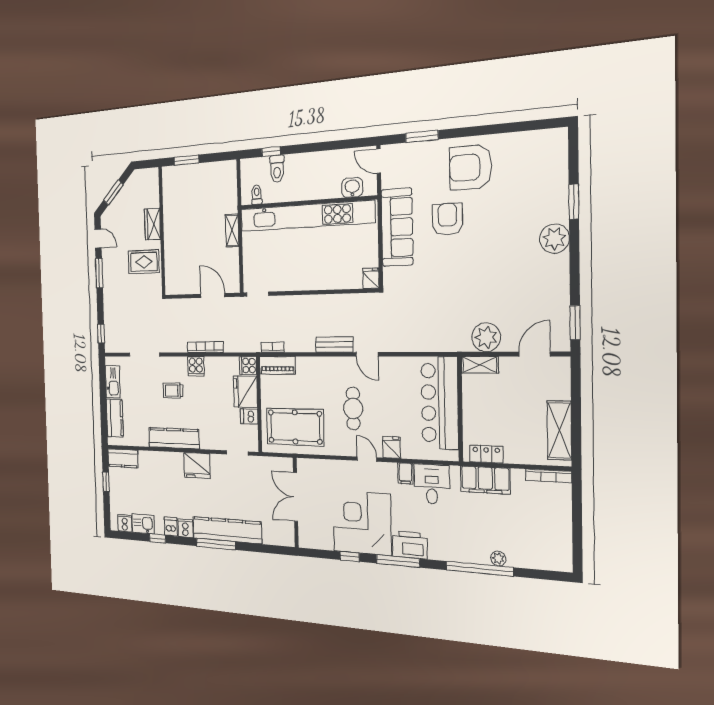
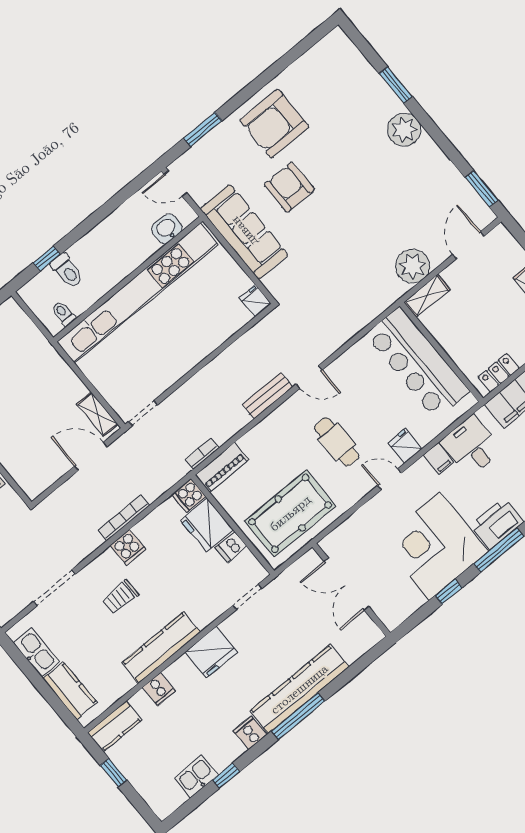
shelving: (232, 231) -> (97, 414), moved
cooker: (125, 523) -> (159, 689), moved, turned 180
dishwasher: (171, 527) -> (232, 747), removed

